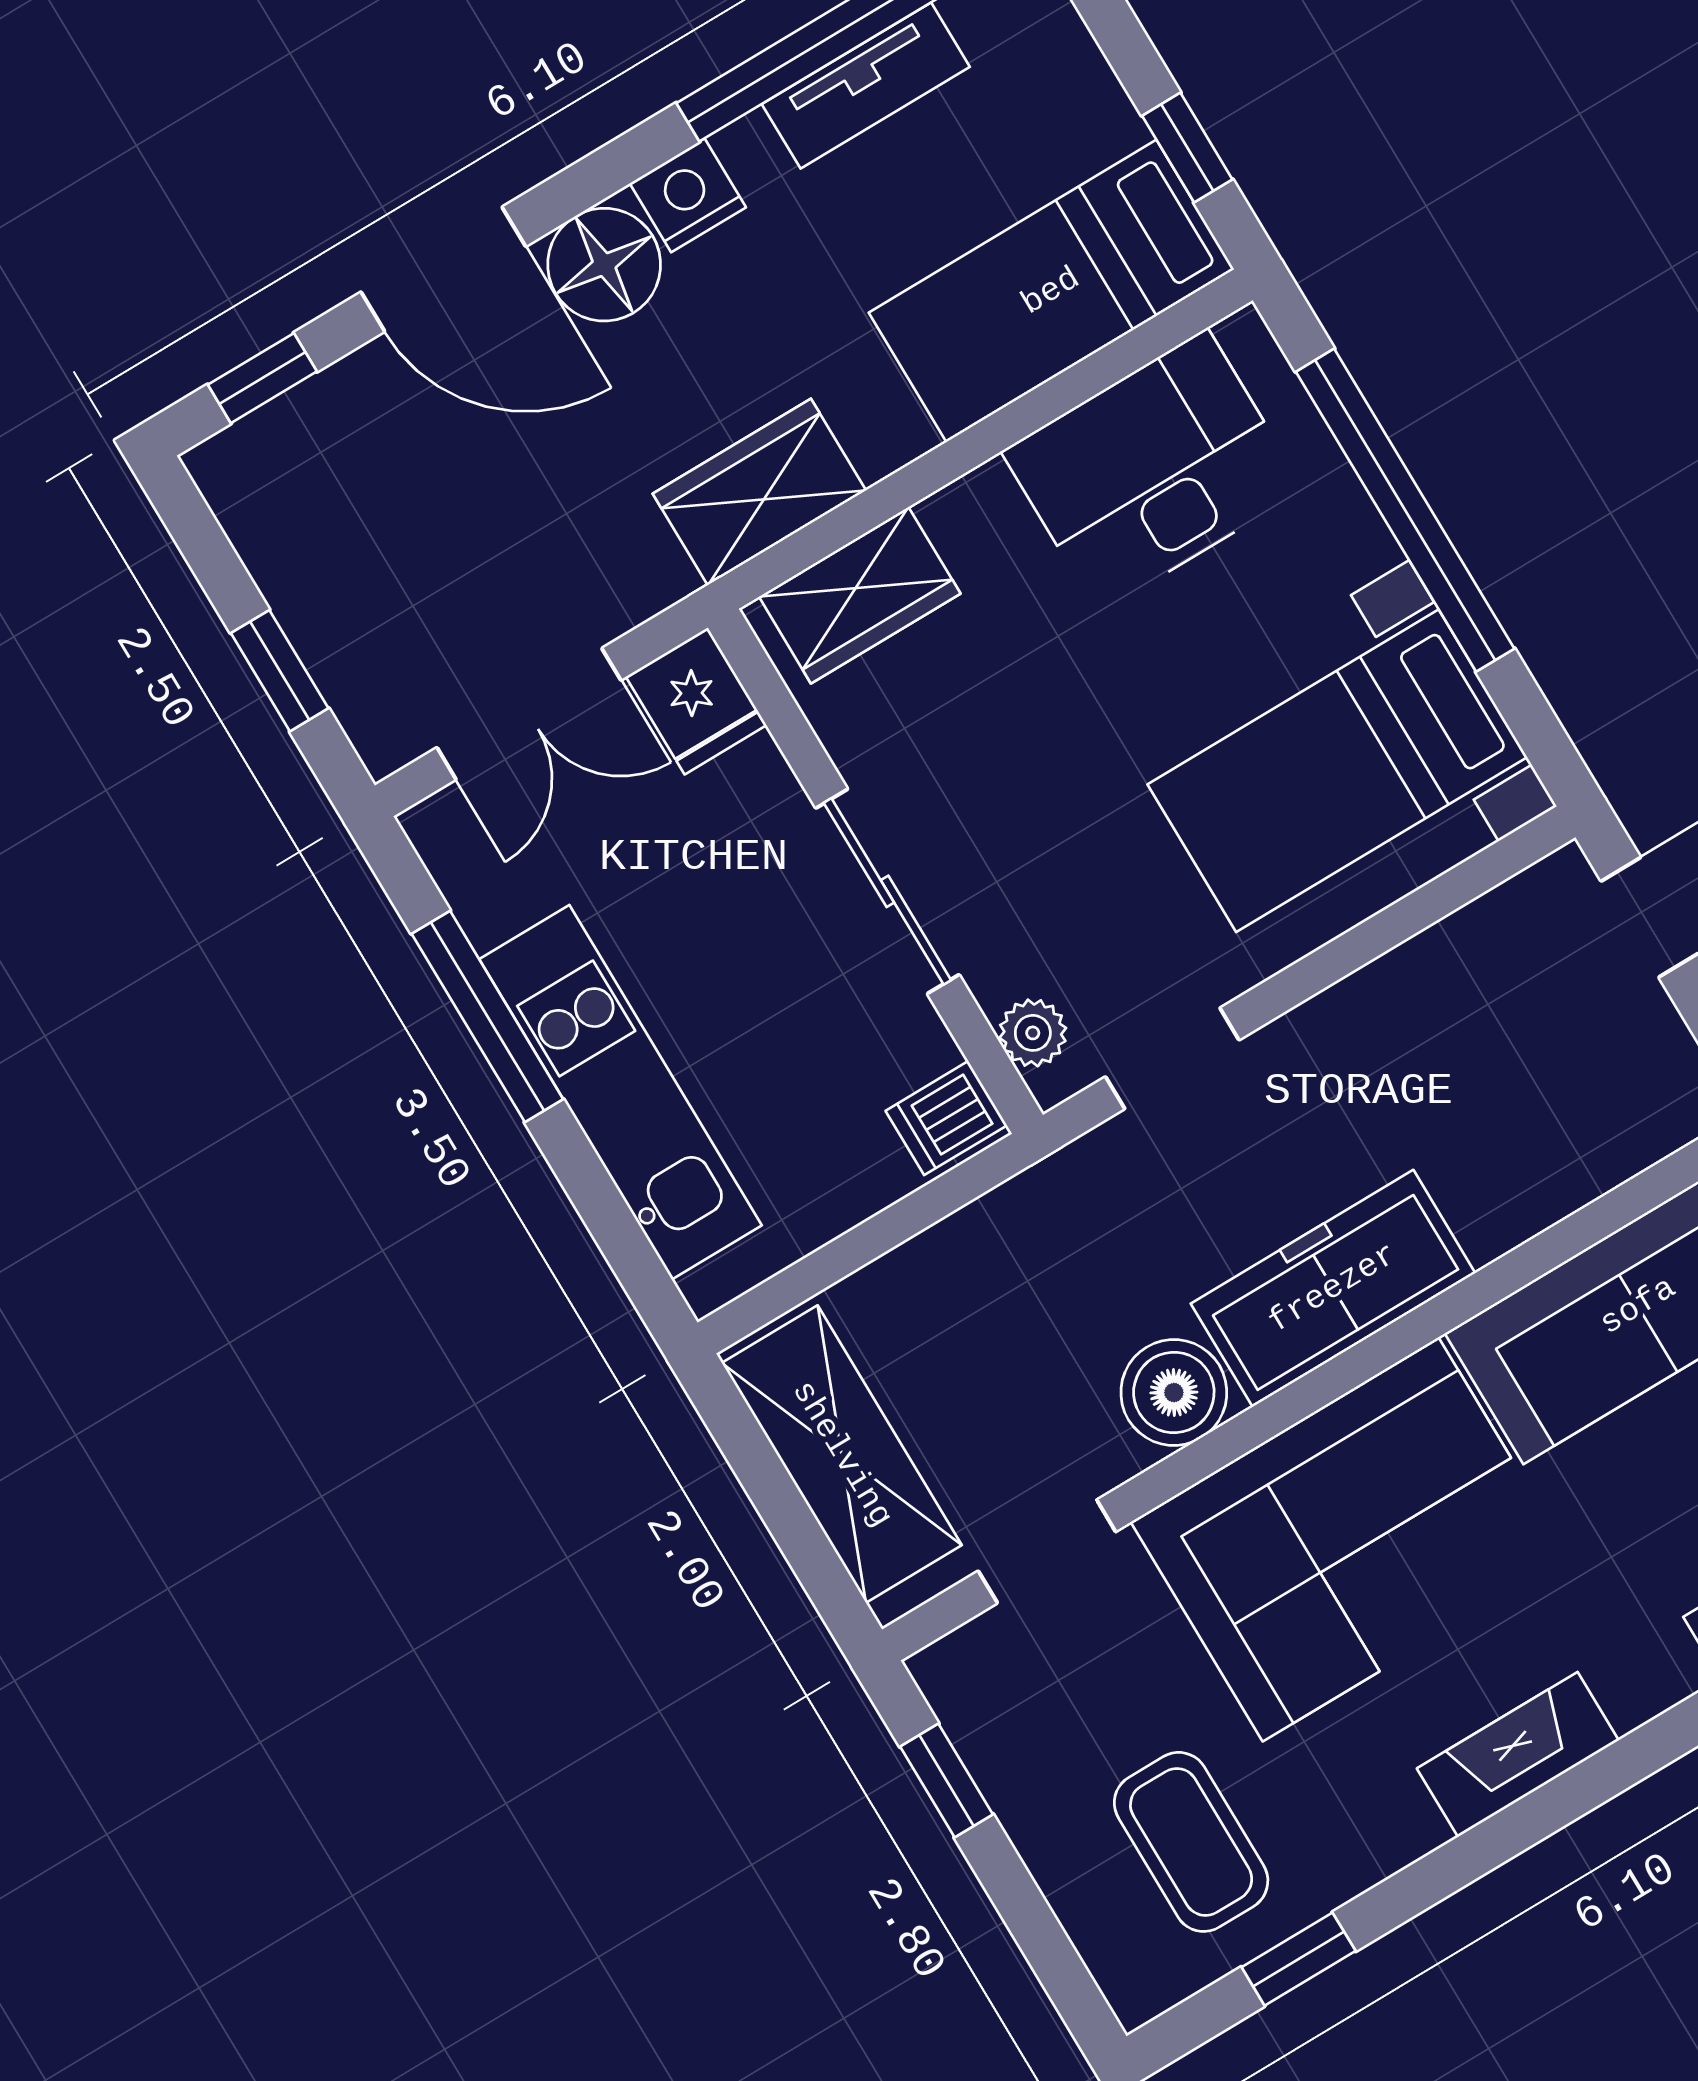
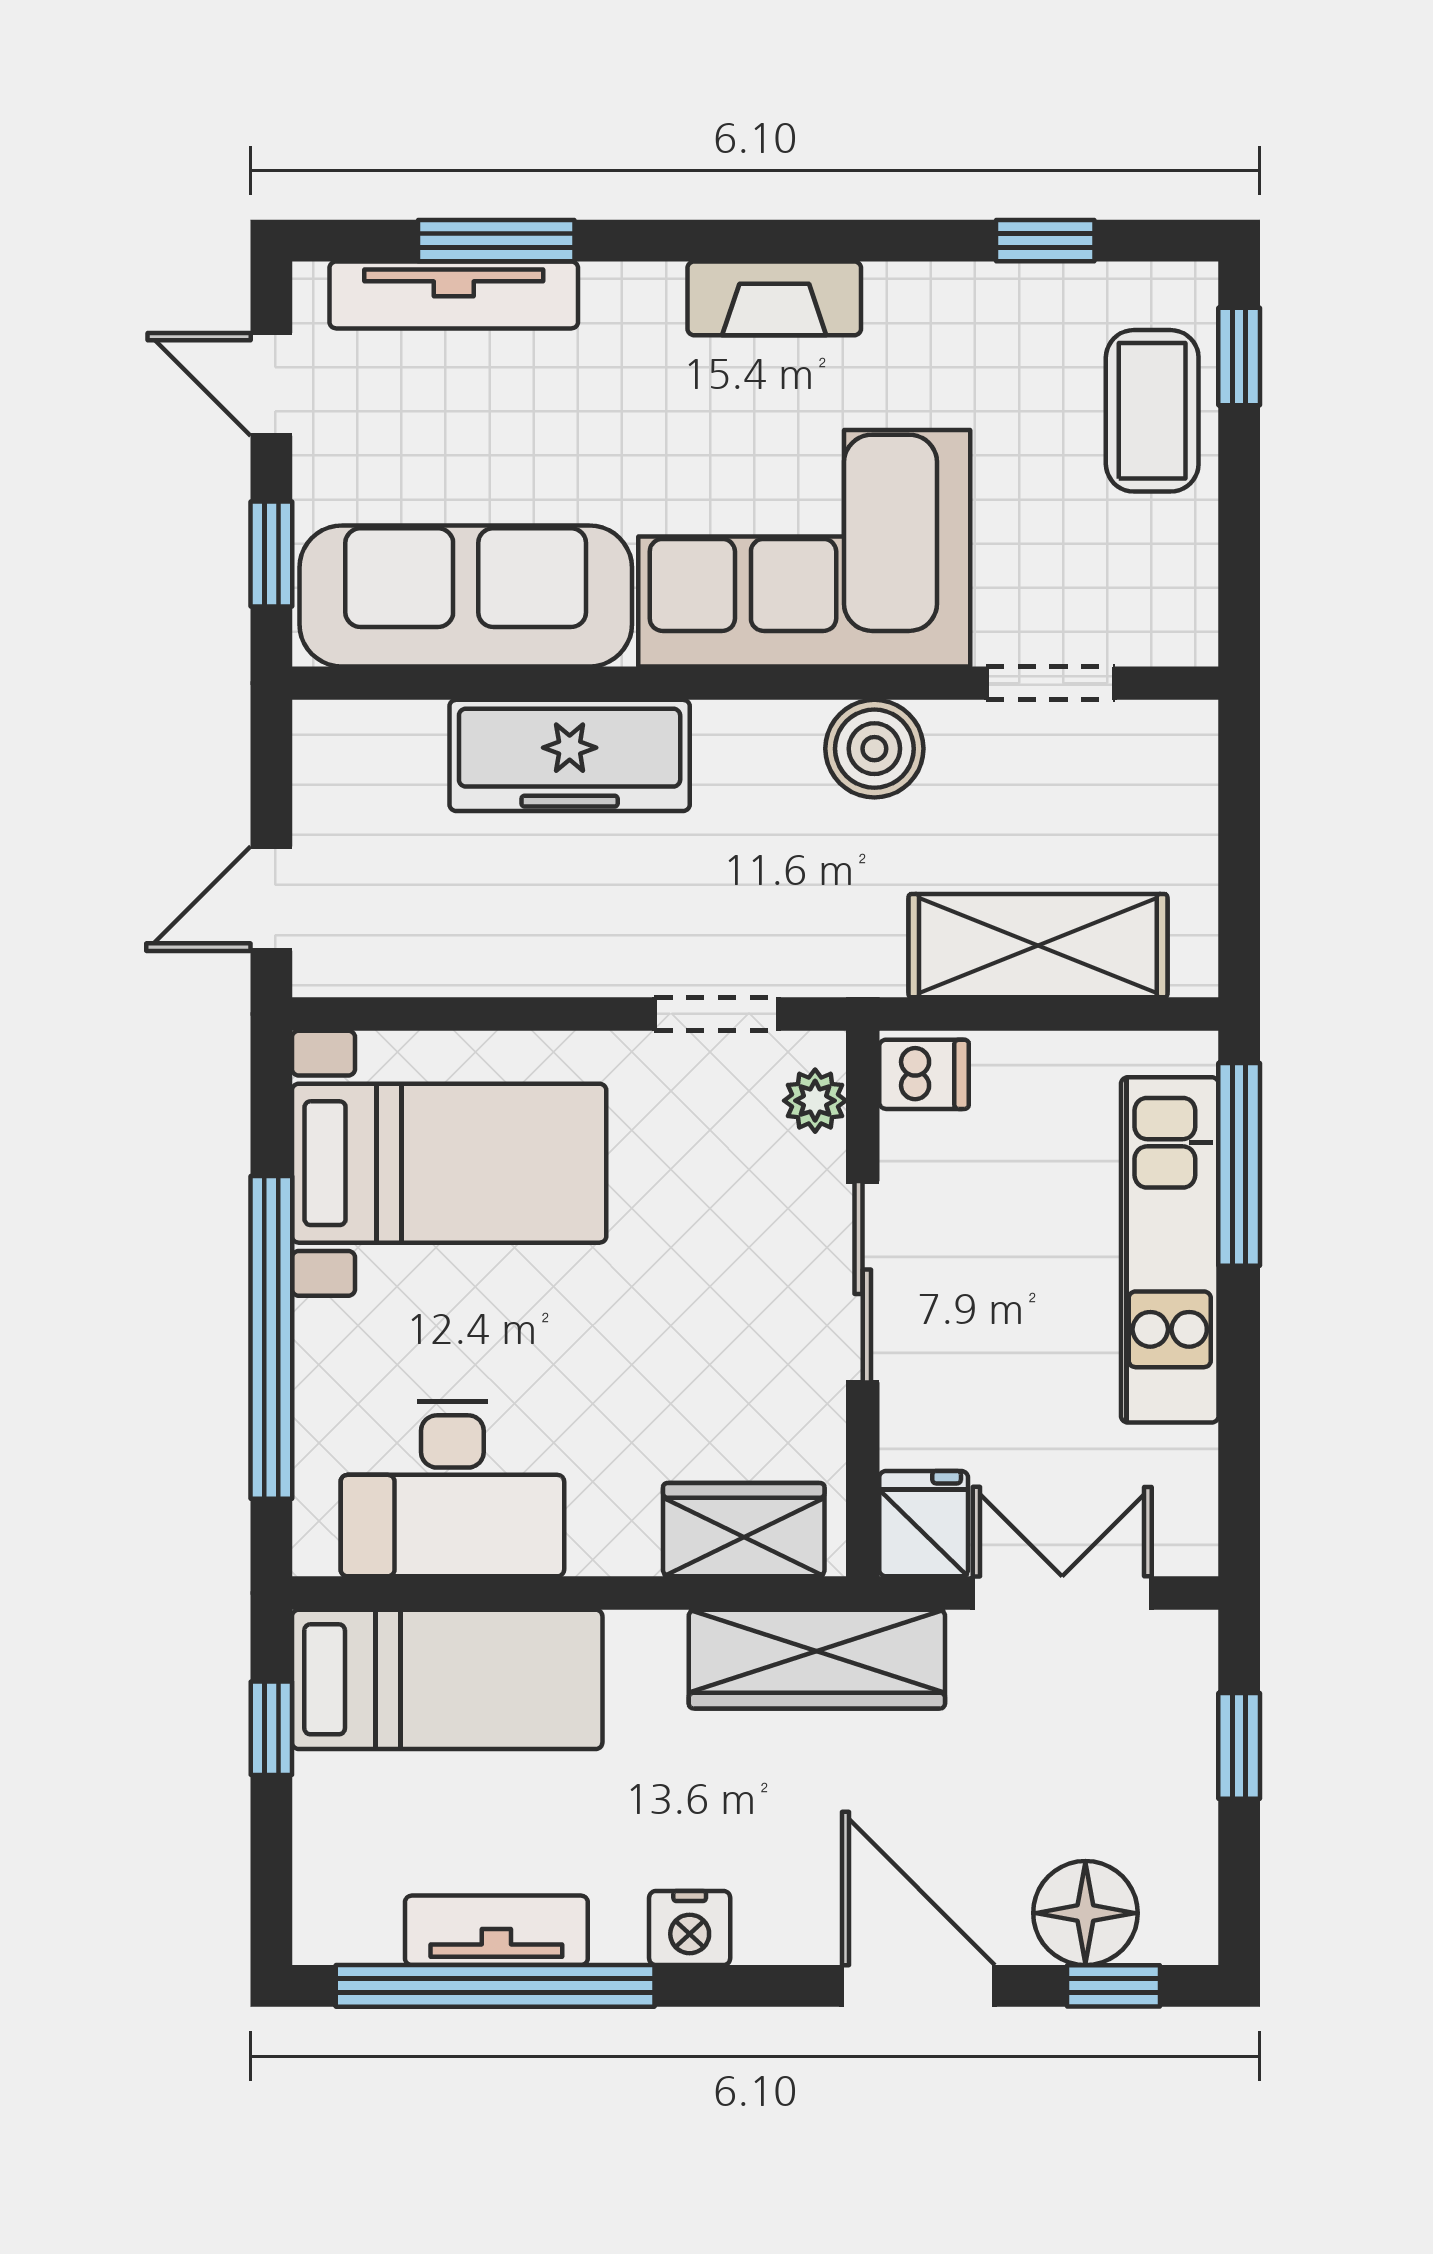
floor lamp: (604, 265) -> (1085, 1913), moved
wardrobe: (759, 492) -> (817, 1659), width x1.50
window: (487, 1016) -> (1239, 1164), moved
freezer: (1333, 1288) -> (570, 755), moved
shelving: (842, 1454) -> (1038, 946), moved, turned 90
window: (947, 1781) -> (1239, 357), moved
coffee table: (1191, 1842) -> (1152, 411), moved

